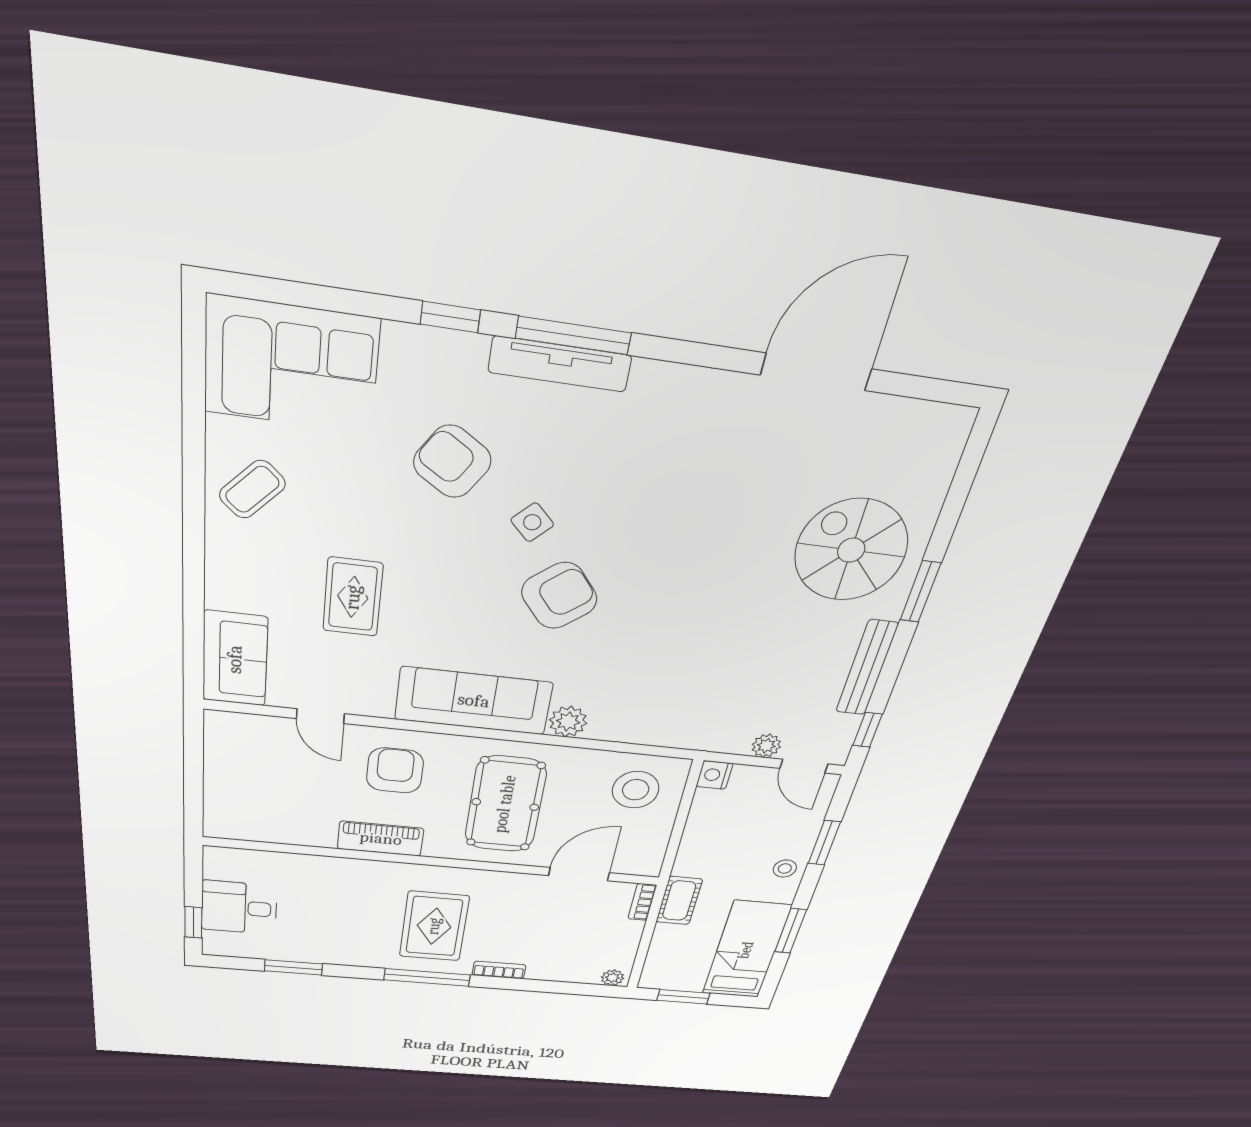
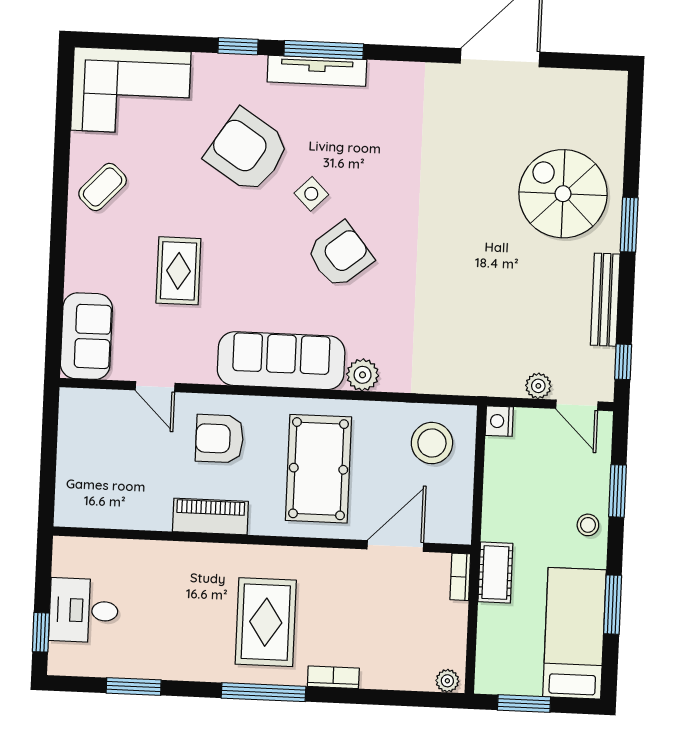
armchair: (452, 462) -> (247, 151), width x1.36, depth x1.36
armchair: (395, 770) -> (220, 439), turned -90

